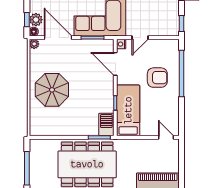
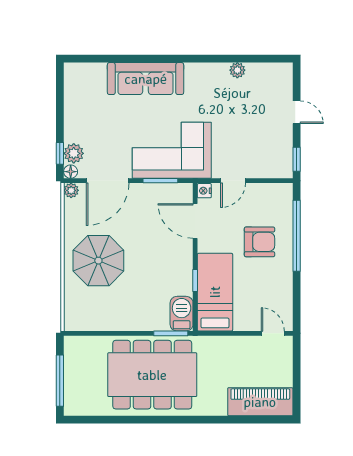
door: (58, 38) -> (108, 181), swing flipped

